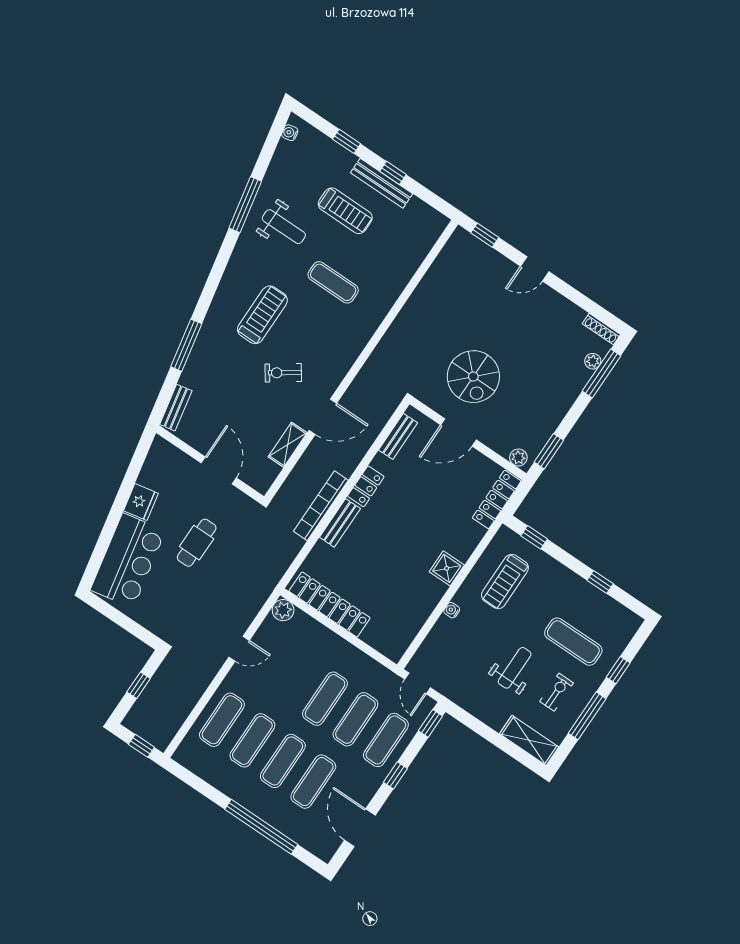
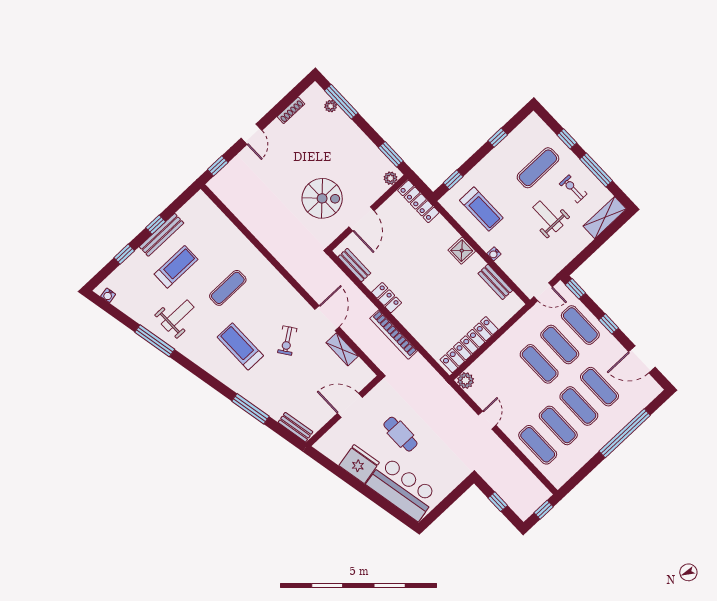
shoe rack: (601, 329) -> (291, 110), moved
fridge: (141, 502) -> (359, 464), width x1.36, depth x1.34
bench: (340, 523) -> (495, 282), moved

